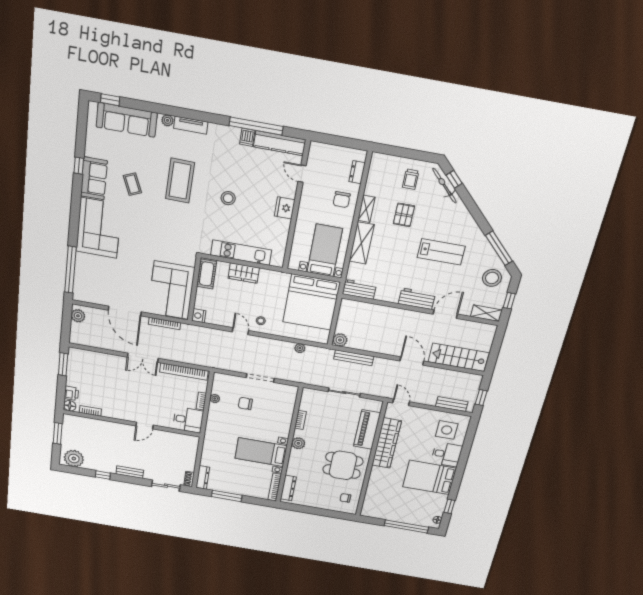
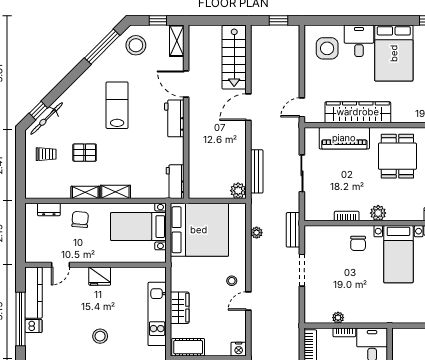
chair: (342, 200) -> (80, 219), turned -86
shelving: (362, 243) -> (115, 192), width x0.67, depth x0.75
chair: (245, 403) -> (358, 243), moved
bench: (452, 404) -> (293, 230), moved

